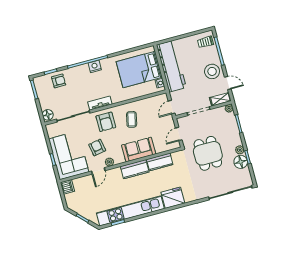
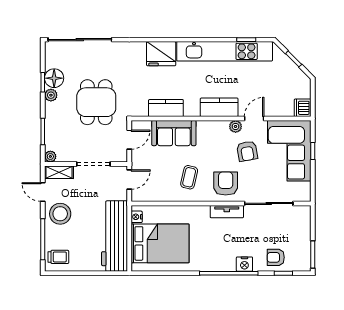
nightstand: (95, 66) -> (244, 264), moved
floor lamp: (48, 115) -> (303, 215), removed
sofa: (139, 150) -> (174, 133), moved
kitchen counter: (135, 169) -> (219, 107), moved

